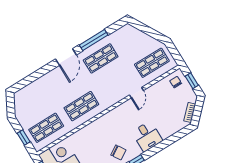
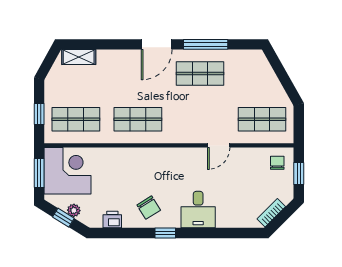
shelving: (26, 91) -> (79, 57), added

